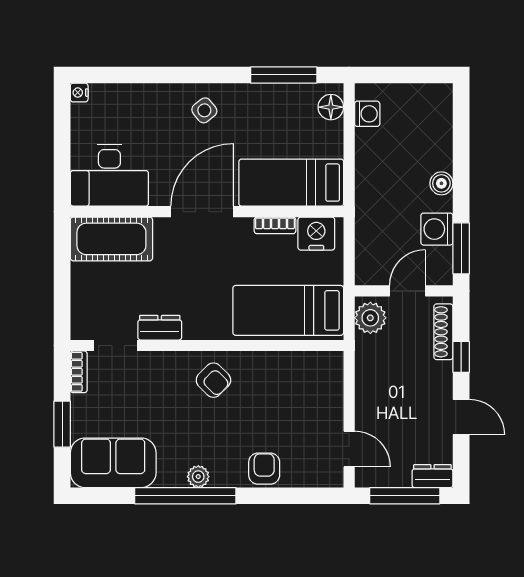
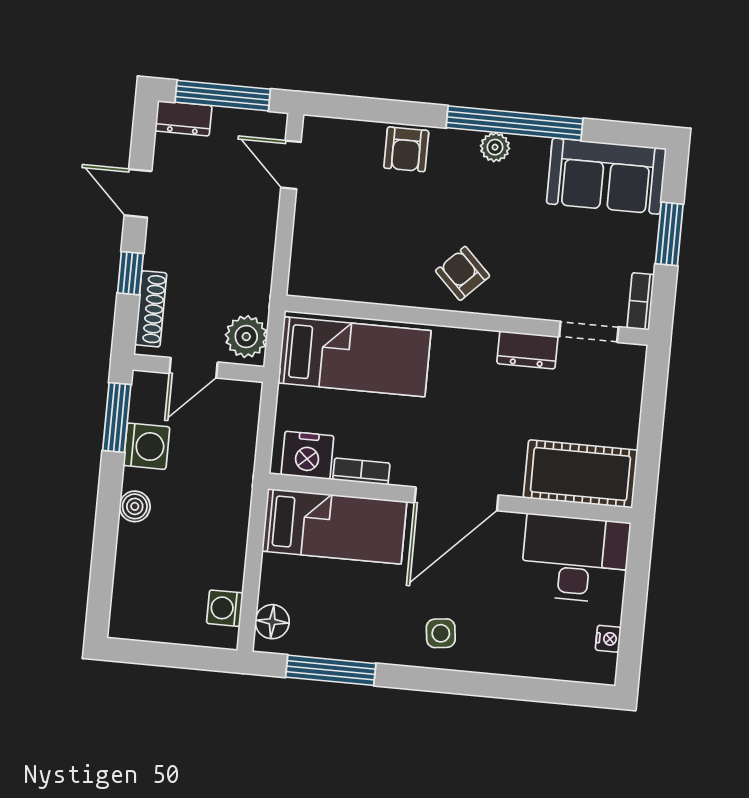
nightstand: (79, 93) -> (608, 639), moved
side table: (204, 110) -> (441, 633), turned 32

